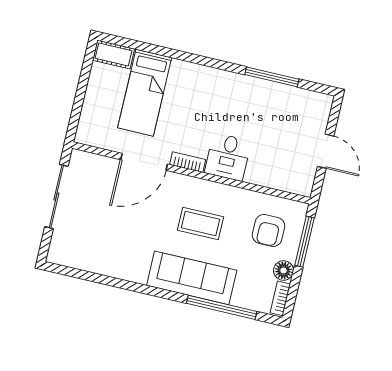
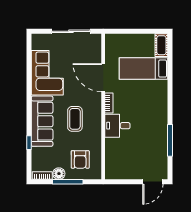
door: (326, 151) -> (153, 182), moved
armchair: (269, 230) -> (80, 159), turned -90
window: (304, 242) -> (68, 182), moved
corner sofa: (115, 251) -> (47, 73), added
window: (222, 307) -> (29, 143), width x0.32

